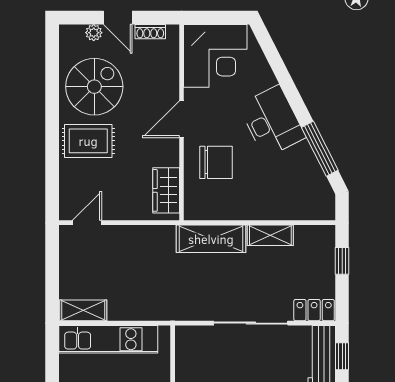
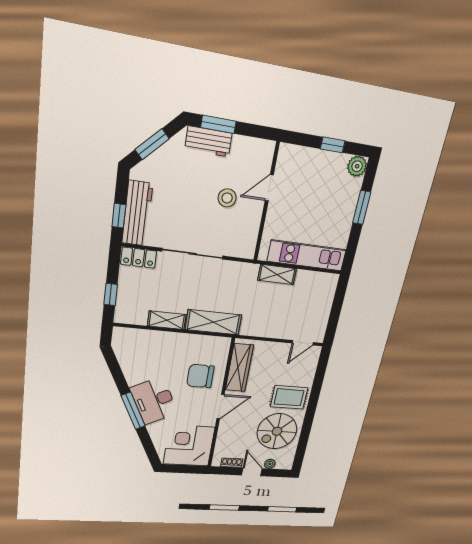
window: (320, 149) -> (133, 411), moved
wardrobe: (166, 190) -> (239, 368), width x1.50
shelving: (83, 310) -> (277, 275), moved

